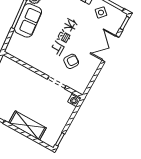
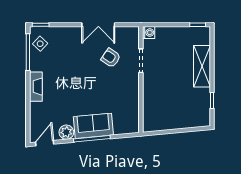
side table: (101, 12) -> (40, 44), moved
double door: (110, 49) -> (98, 25), moved

